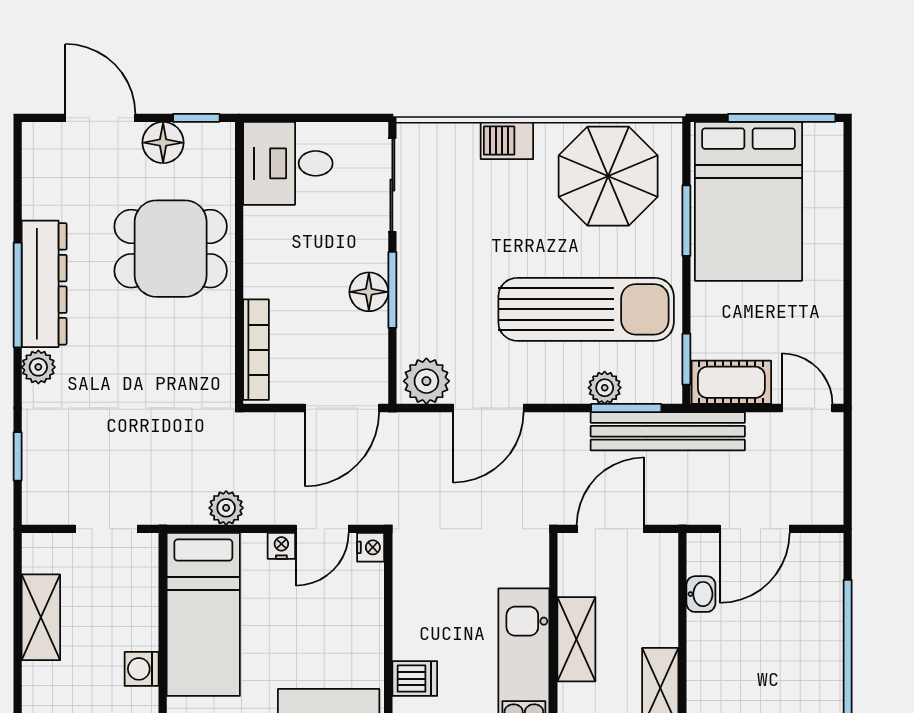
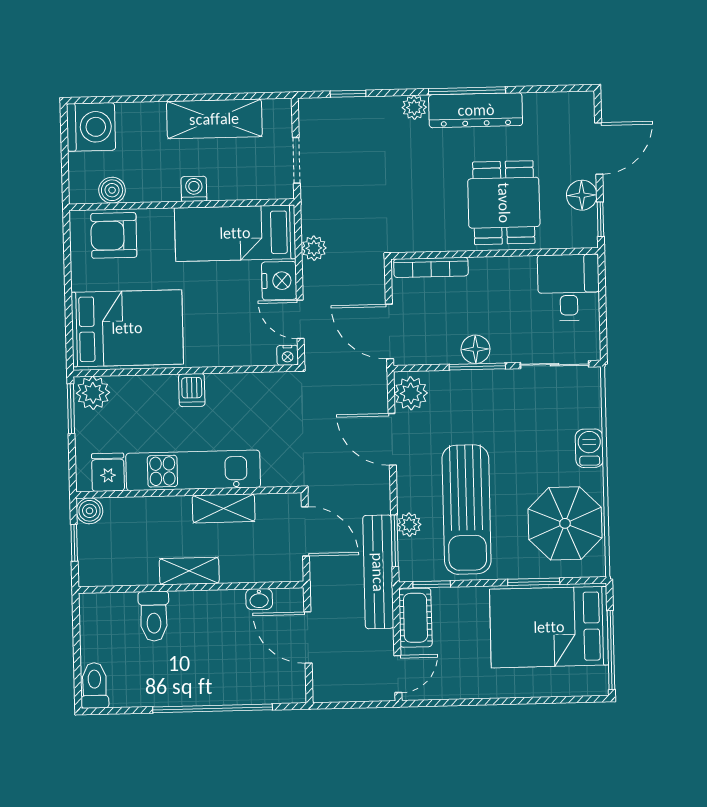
nightstand: (281, 546) -> (279, 281), width x1.89, depth x1.79
shelving: (41, 617) -> (214, 119), width x1.50, depth x1.33

